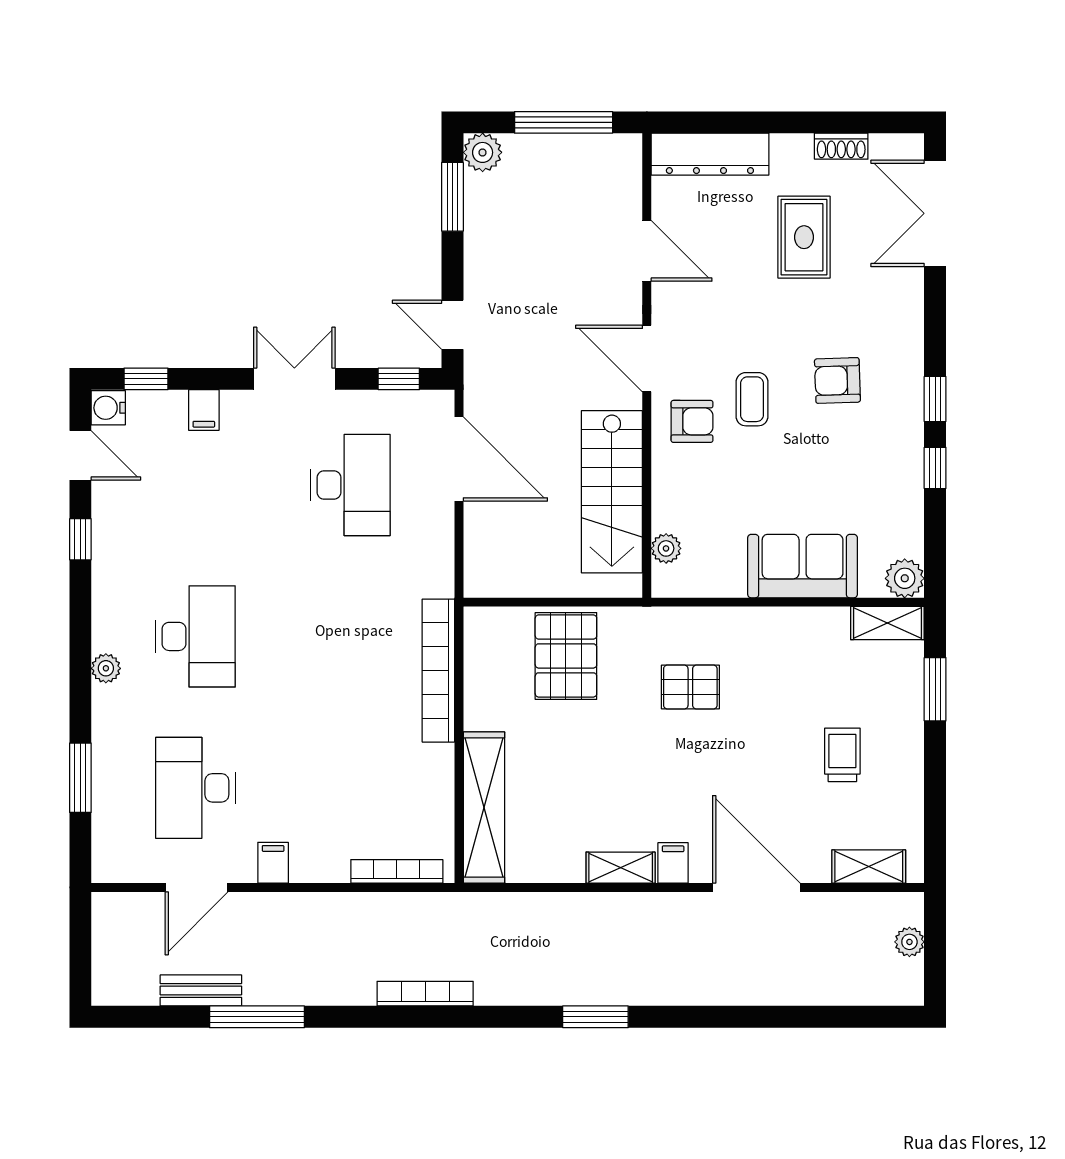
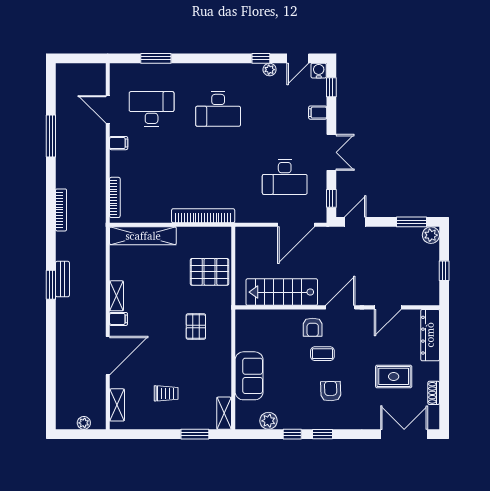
window: (564, 122) -> (444, 271), width x0.46
plant: (666, 548) -> (257, 316), removed
plant: (905, 578) -> (269, 421), moved
plant: (106, 668) -> (270, 70), moved
bench: (201, 990) -> (62, 279), moved

